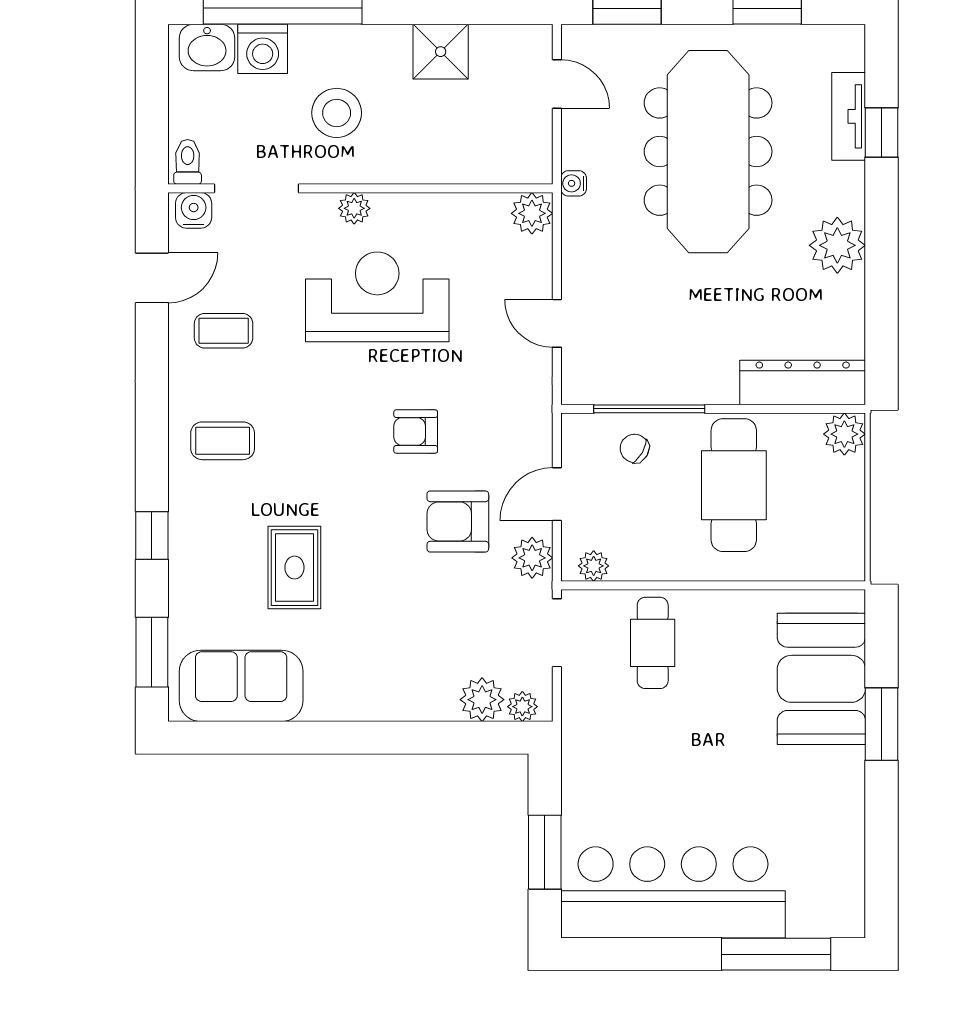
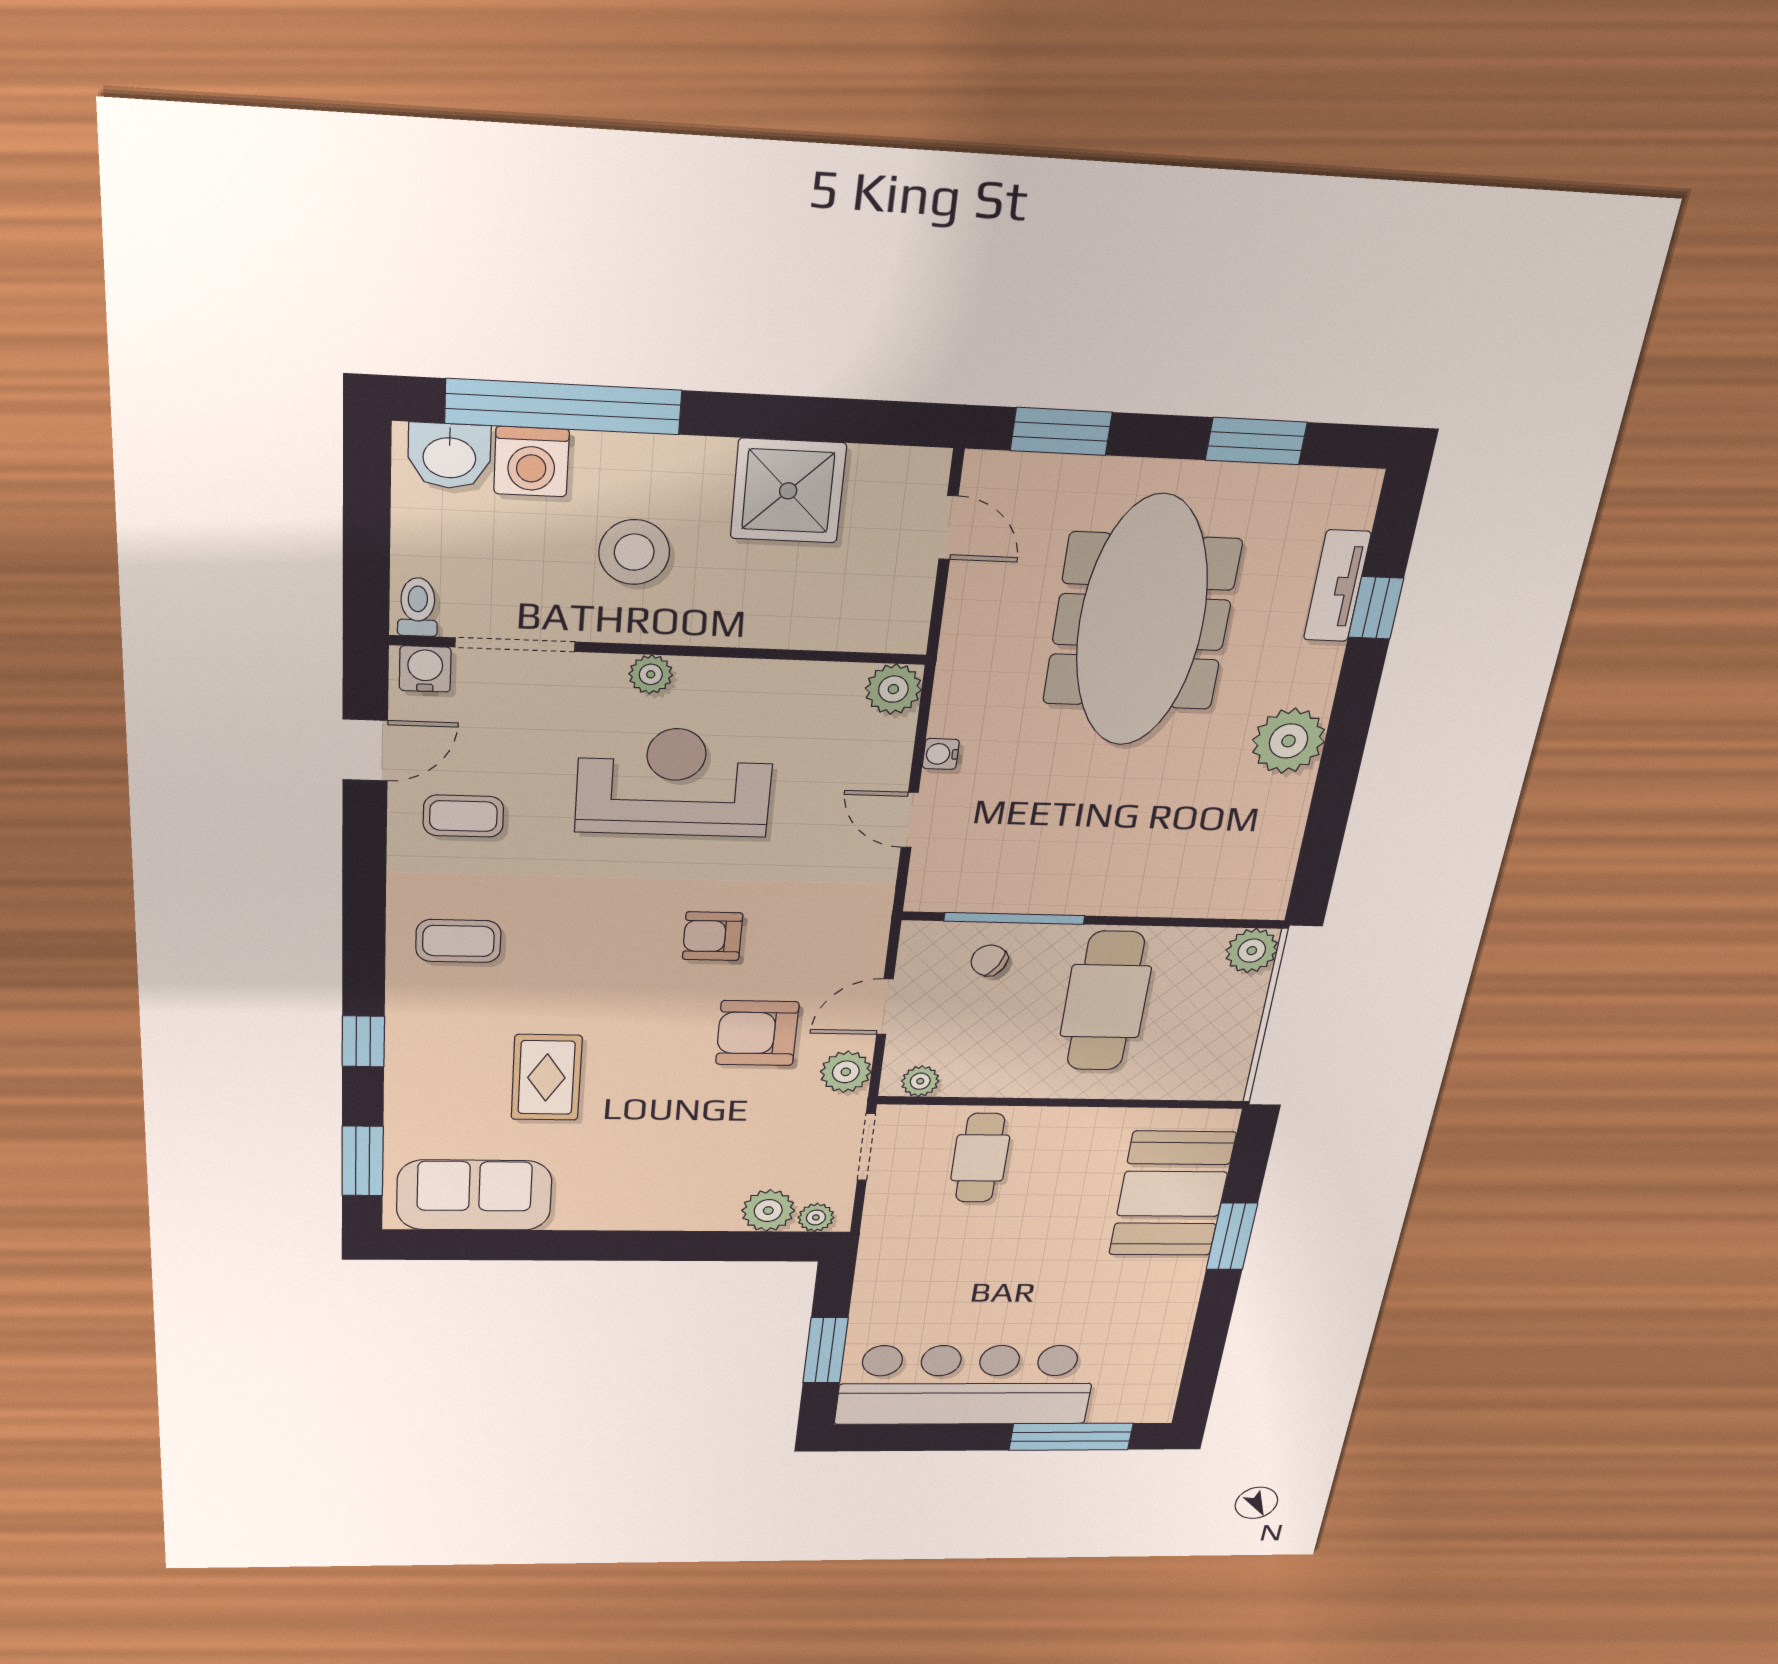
shower: (441, 52) -> (788, 491), width x1.36, depth x1.36
water cooler: (574, 183) -> (941, 754), moved
dresser: (803, 383) -> (1212, 894), removed

